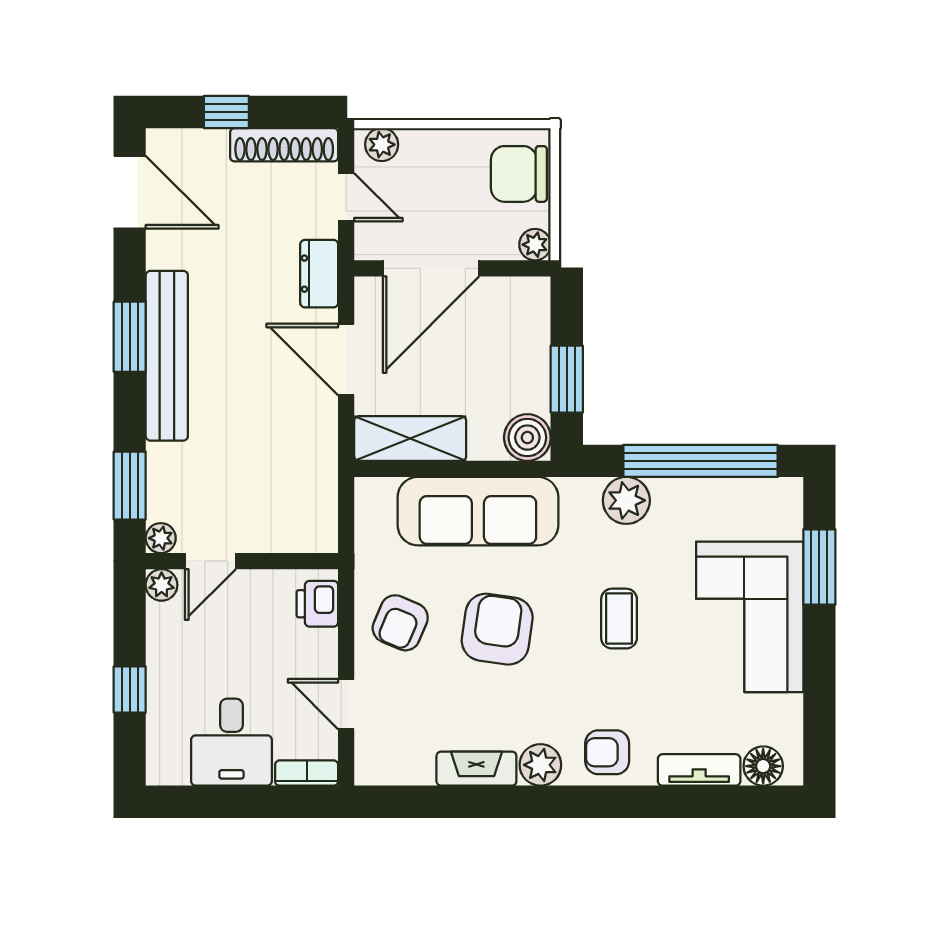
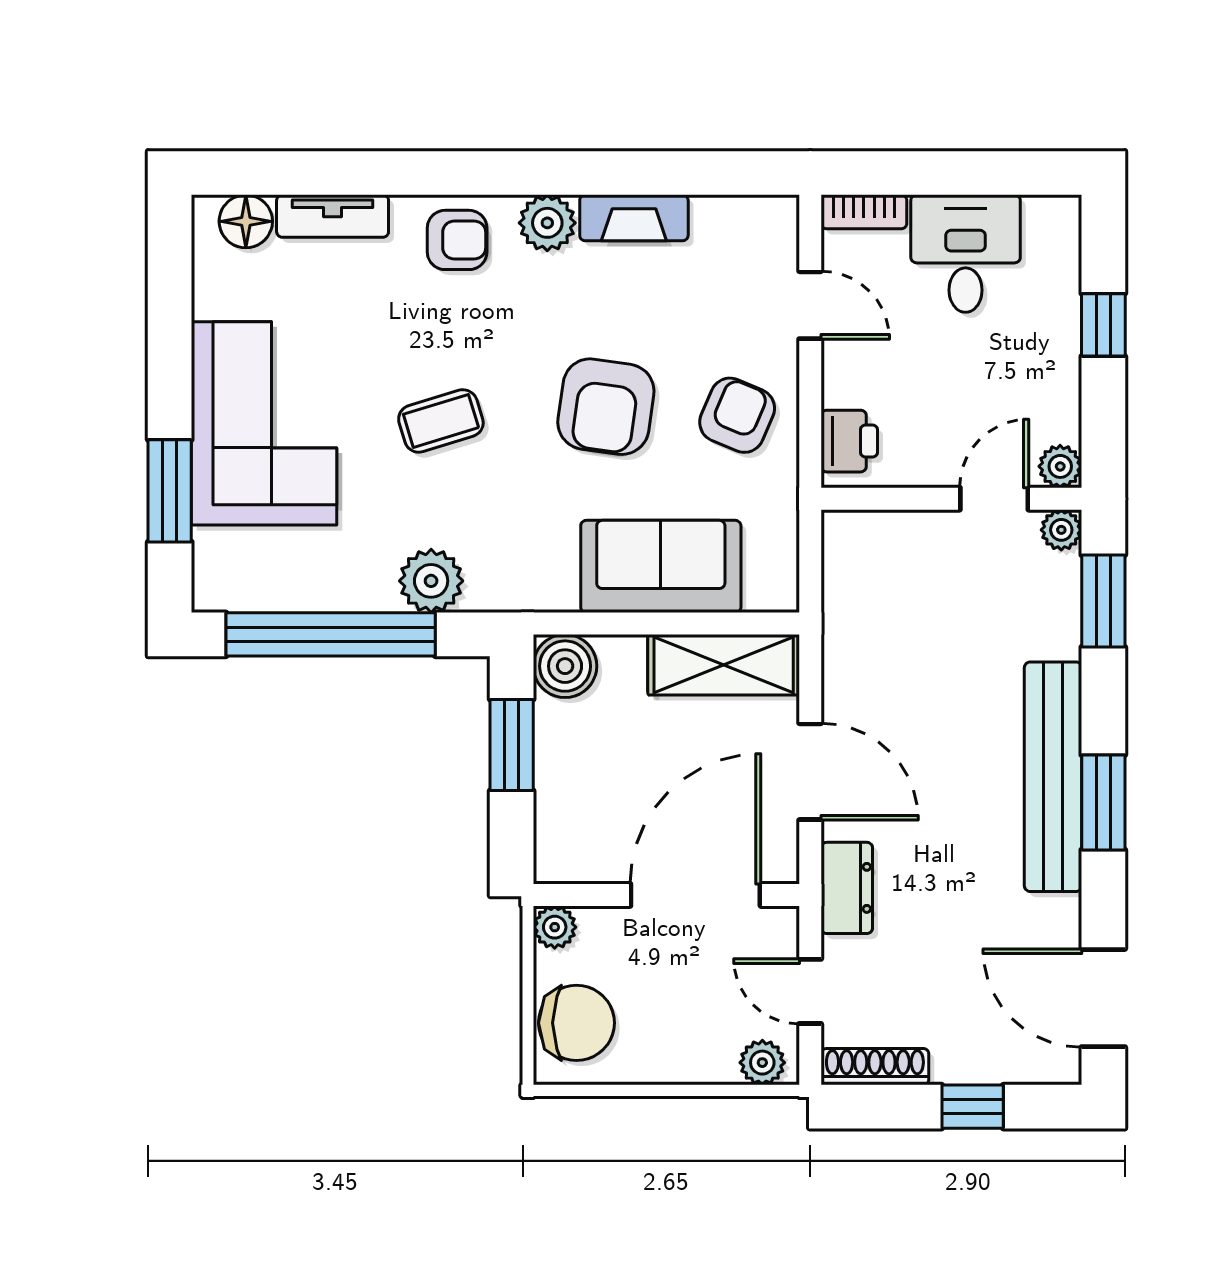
shoe rack: (284, 145) -> (875, 1067), width x0.74, depth x0.81
sofa: (478, 511) -> (661, 566), width x0.73
coffee table: (619, 619) -> (441, 421), turned 73

